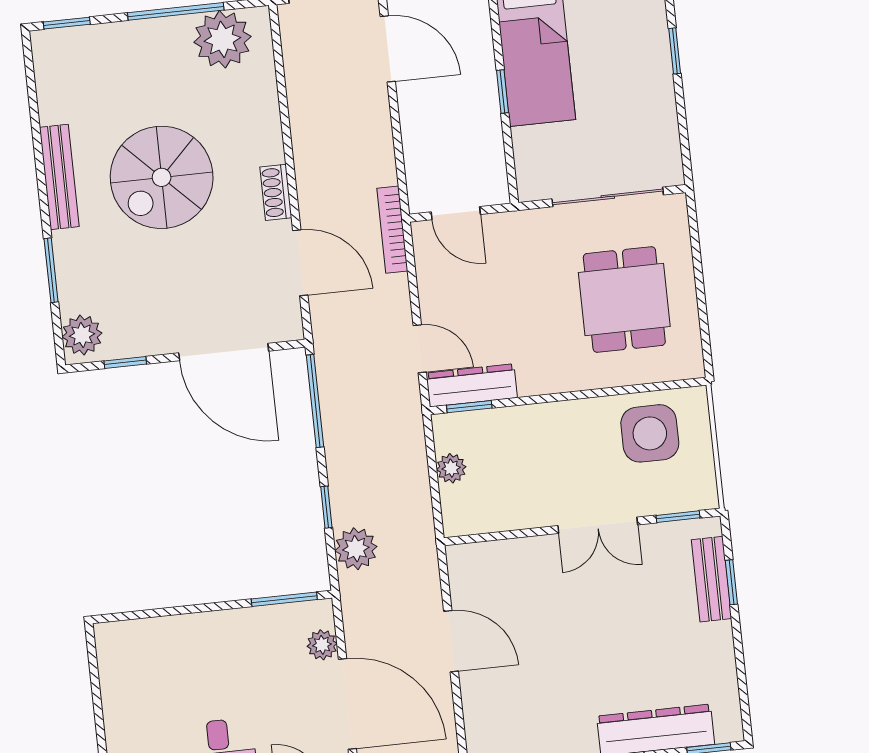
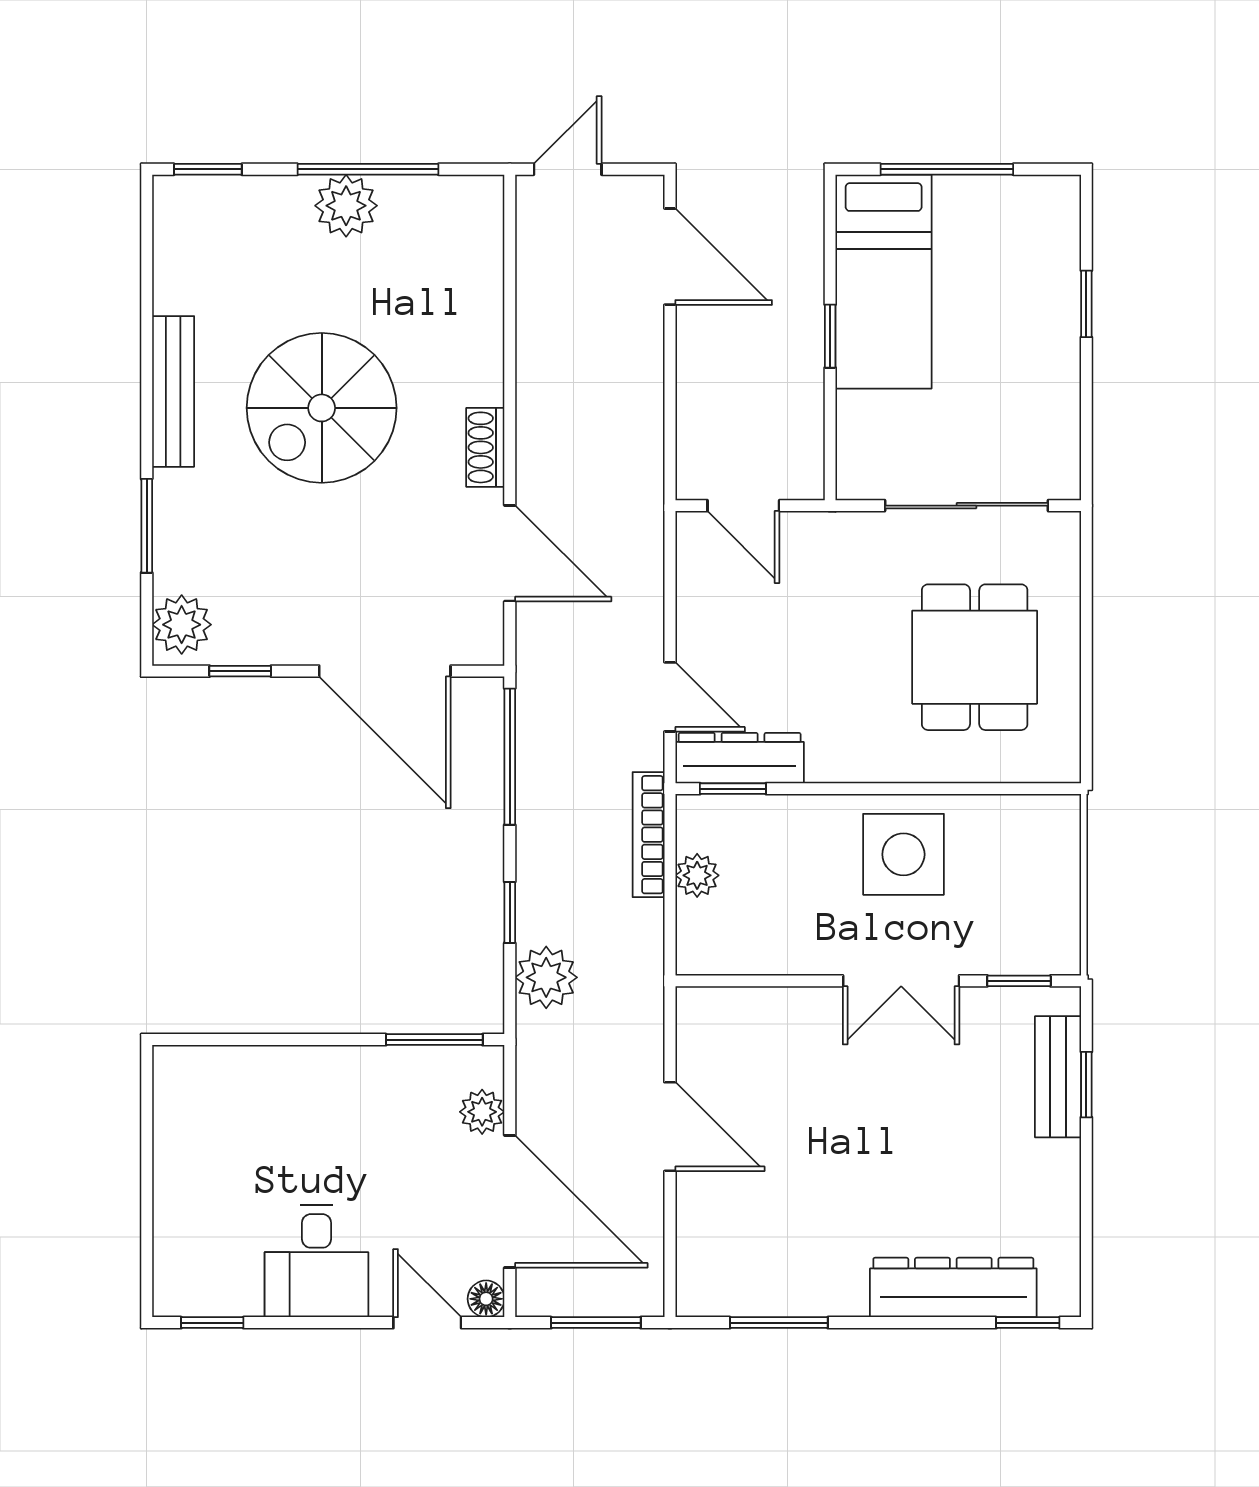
plant: (222, 39) -> (346, 206), moved, width x0.73, depth x0.73
bookcase: (392, 230) -> (649, 835), moved
side table: (650, 433) -> (903, 854), moved

